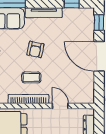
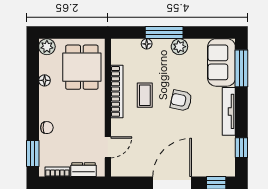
door: (60, 106) -> (108, 147), moved

